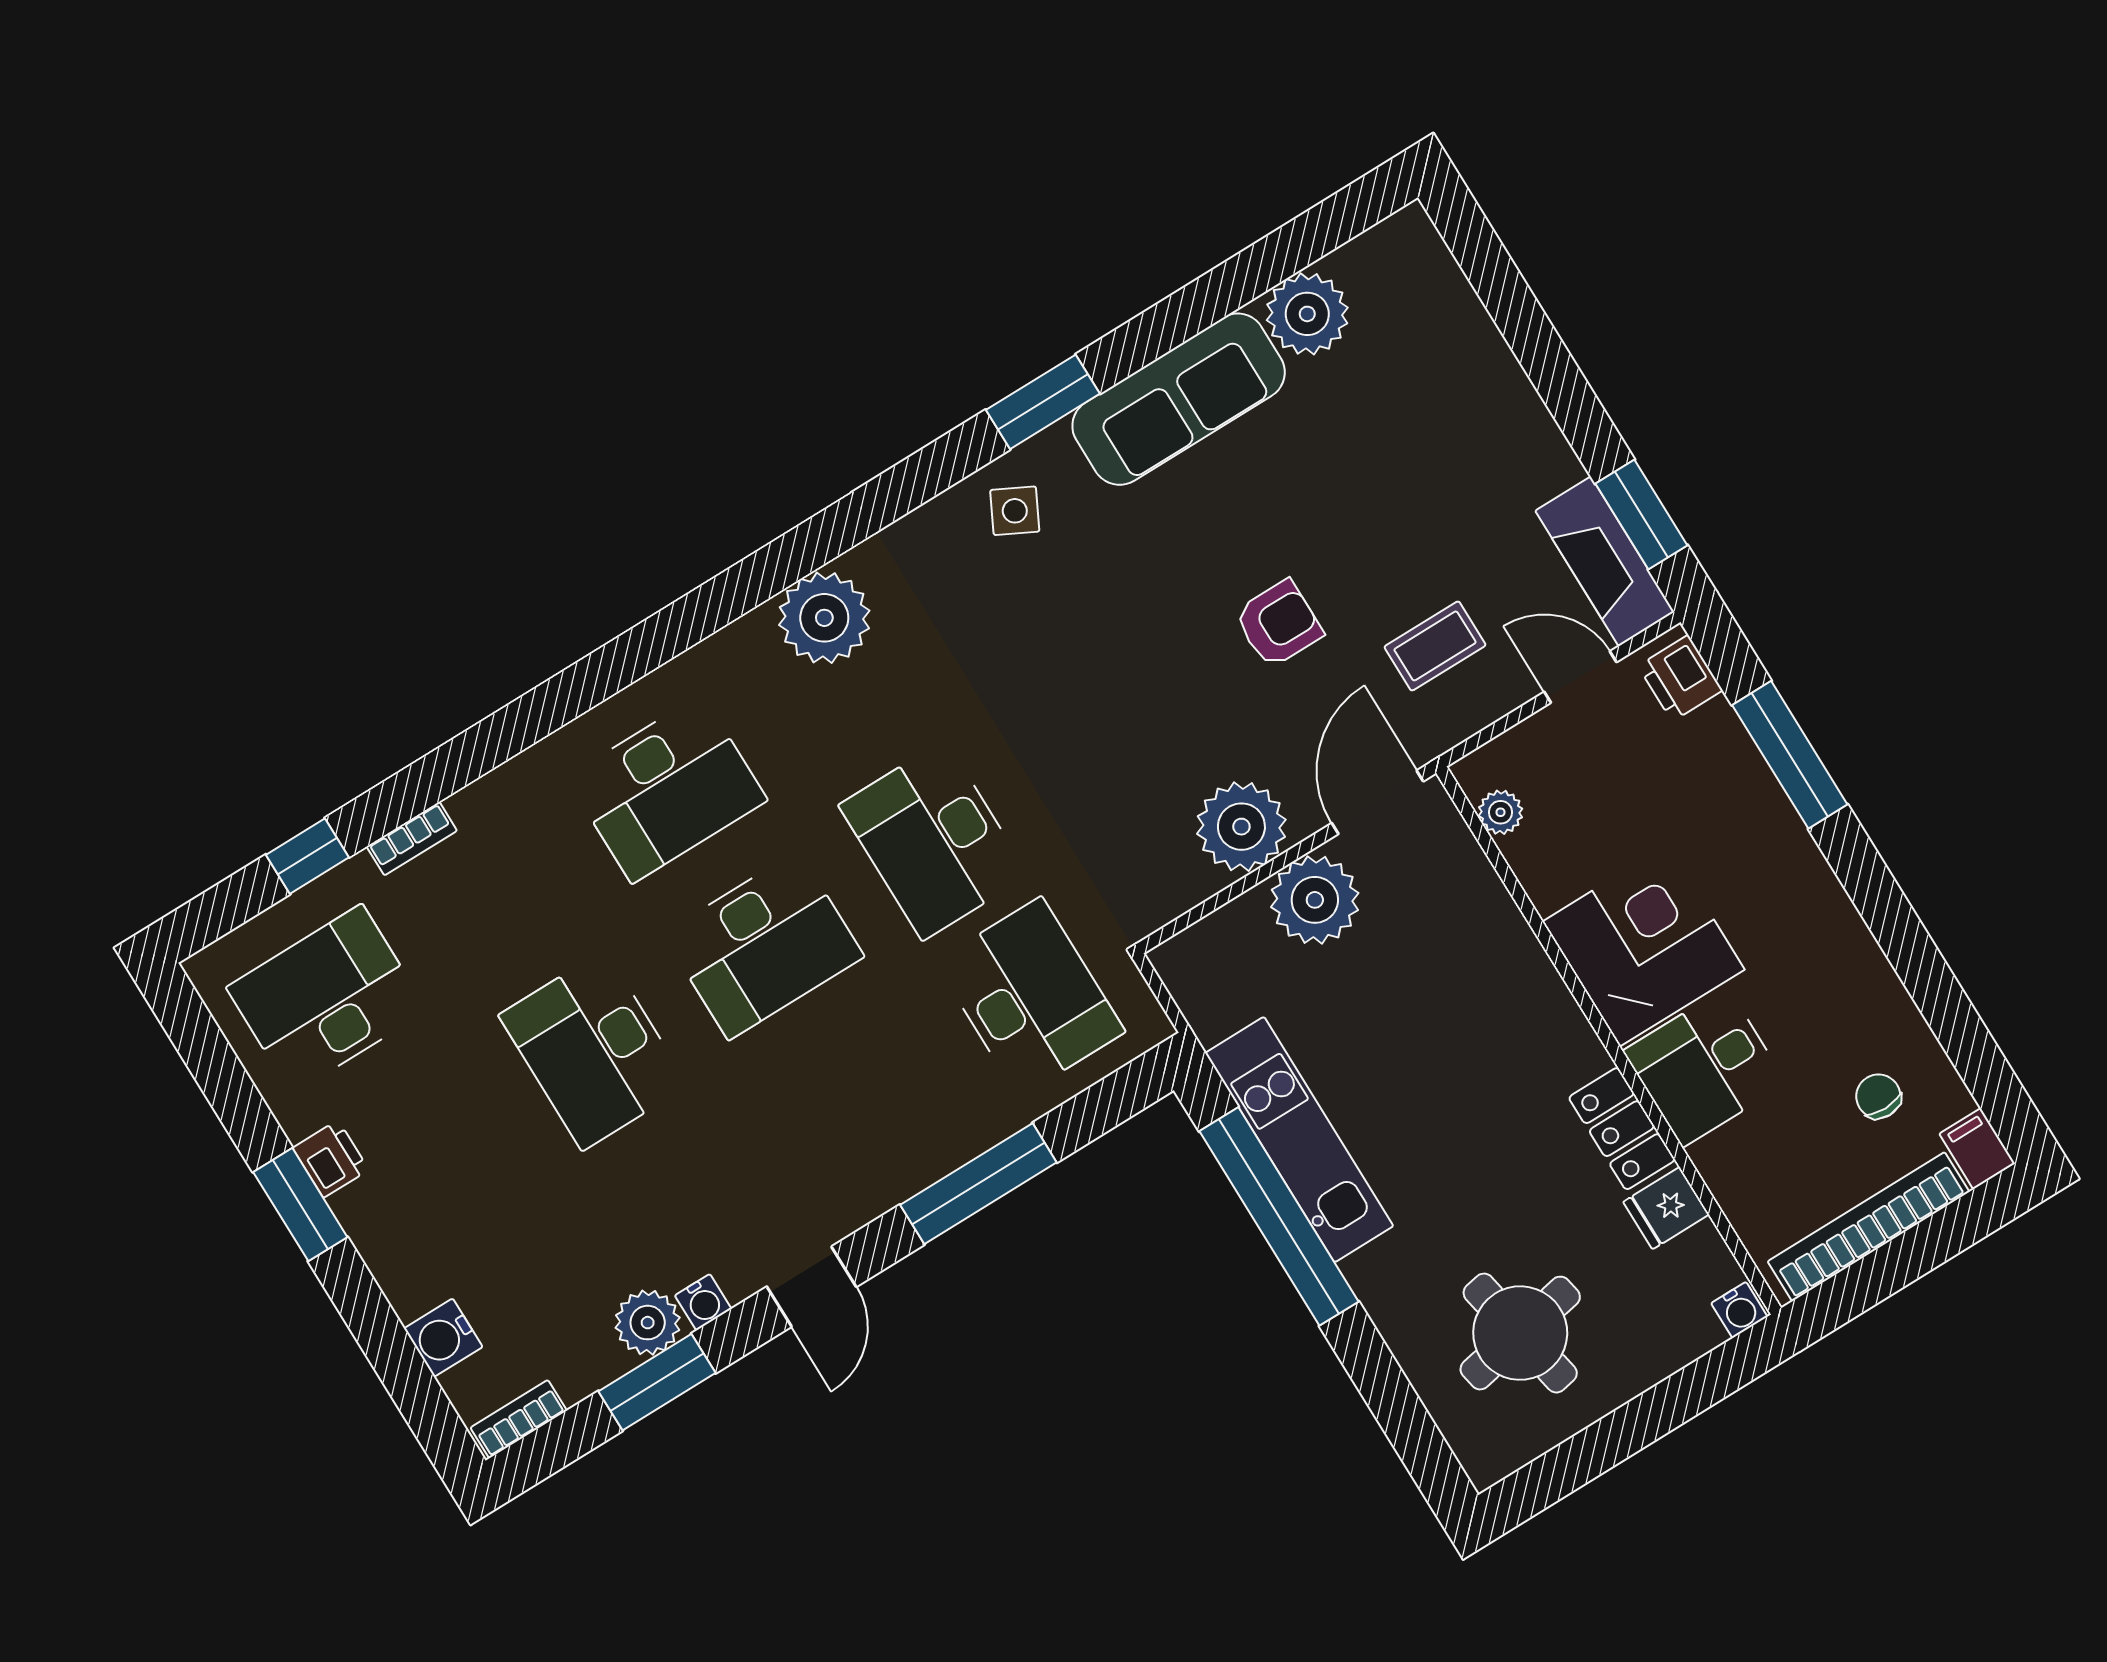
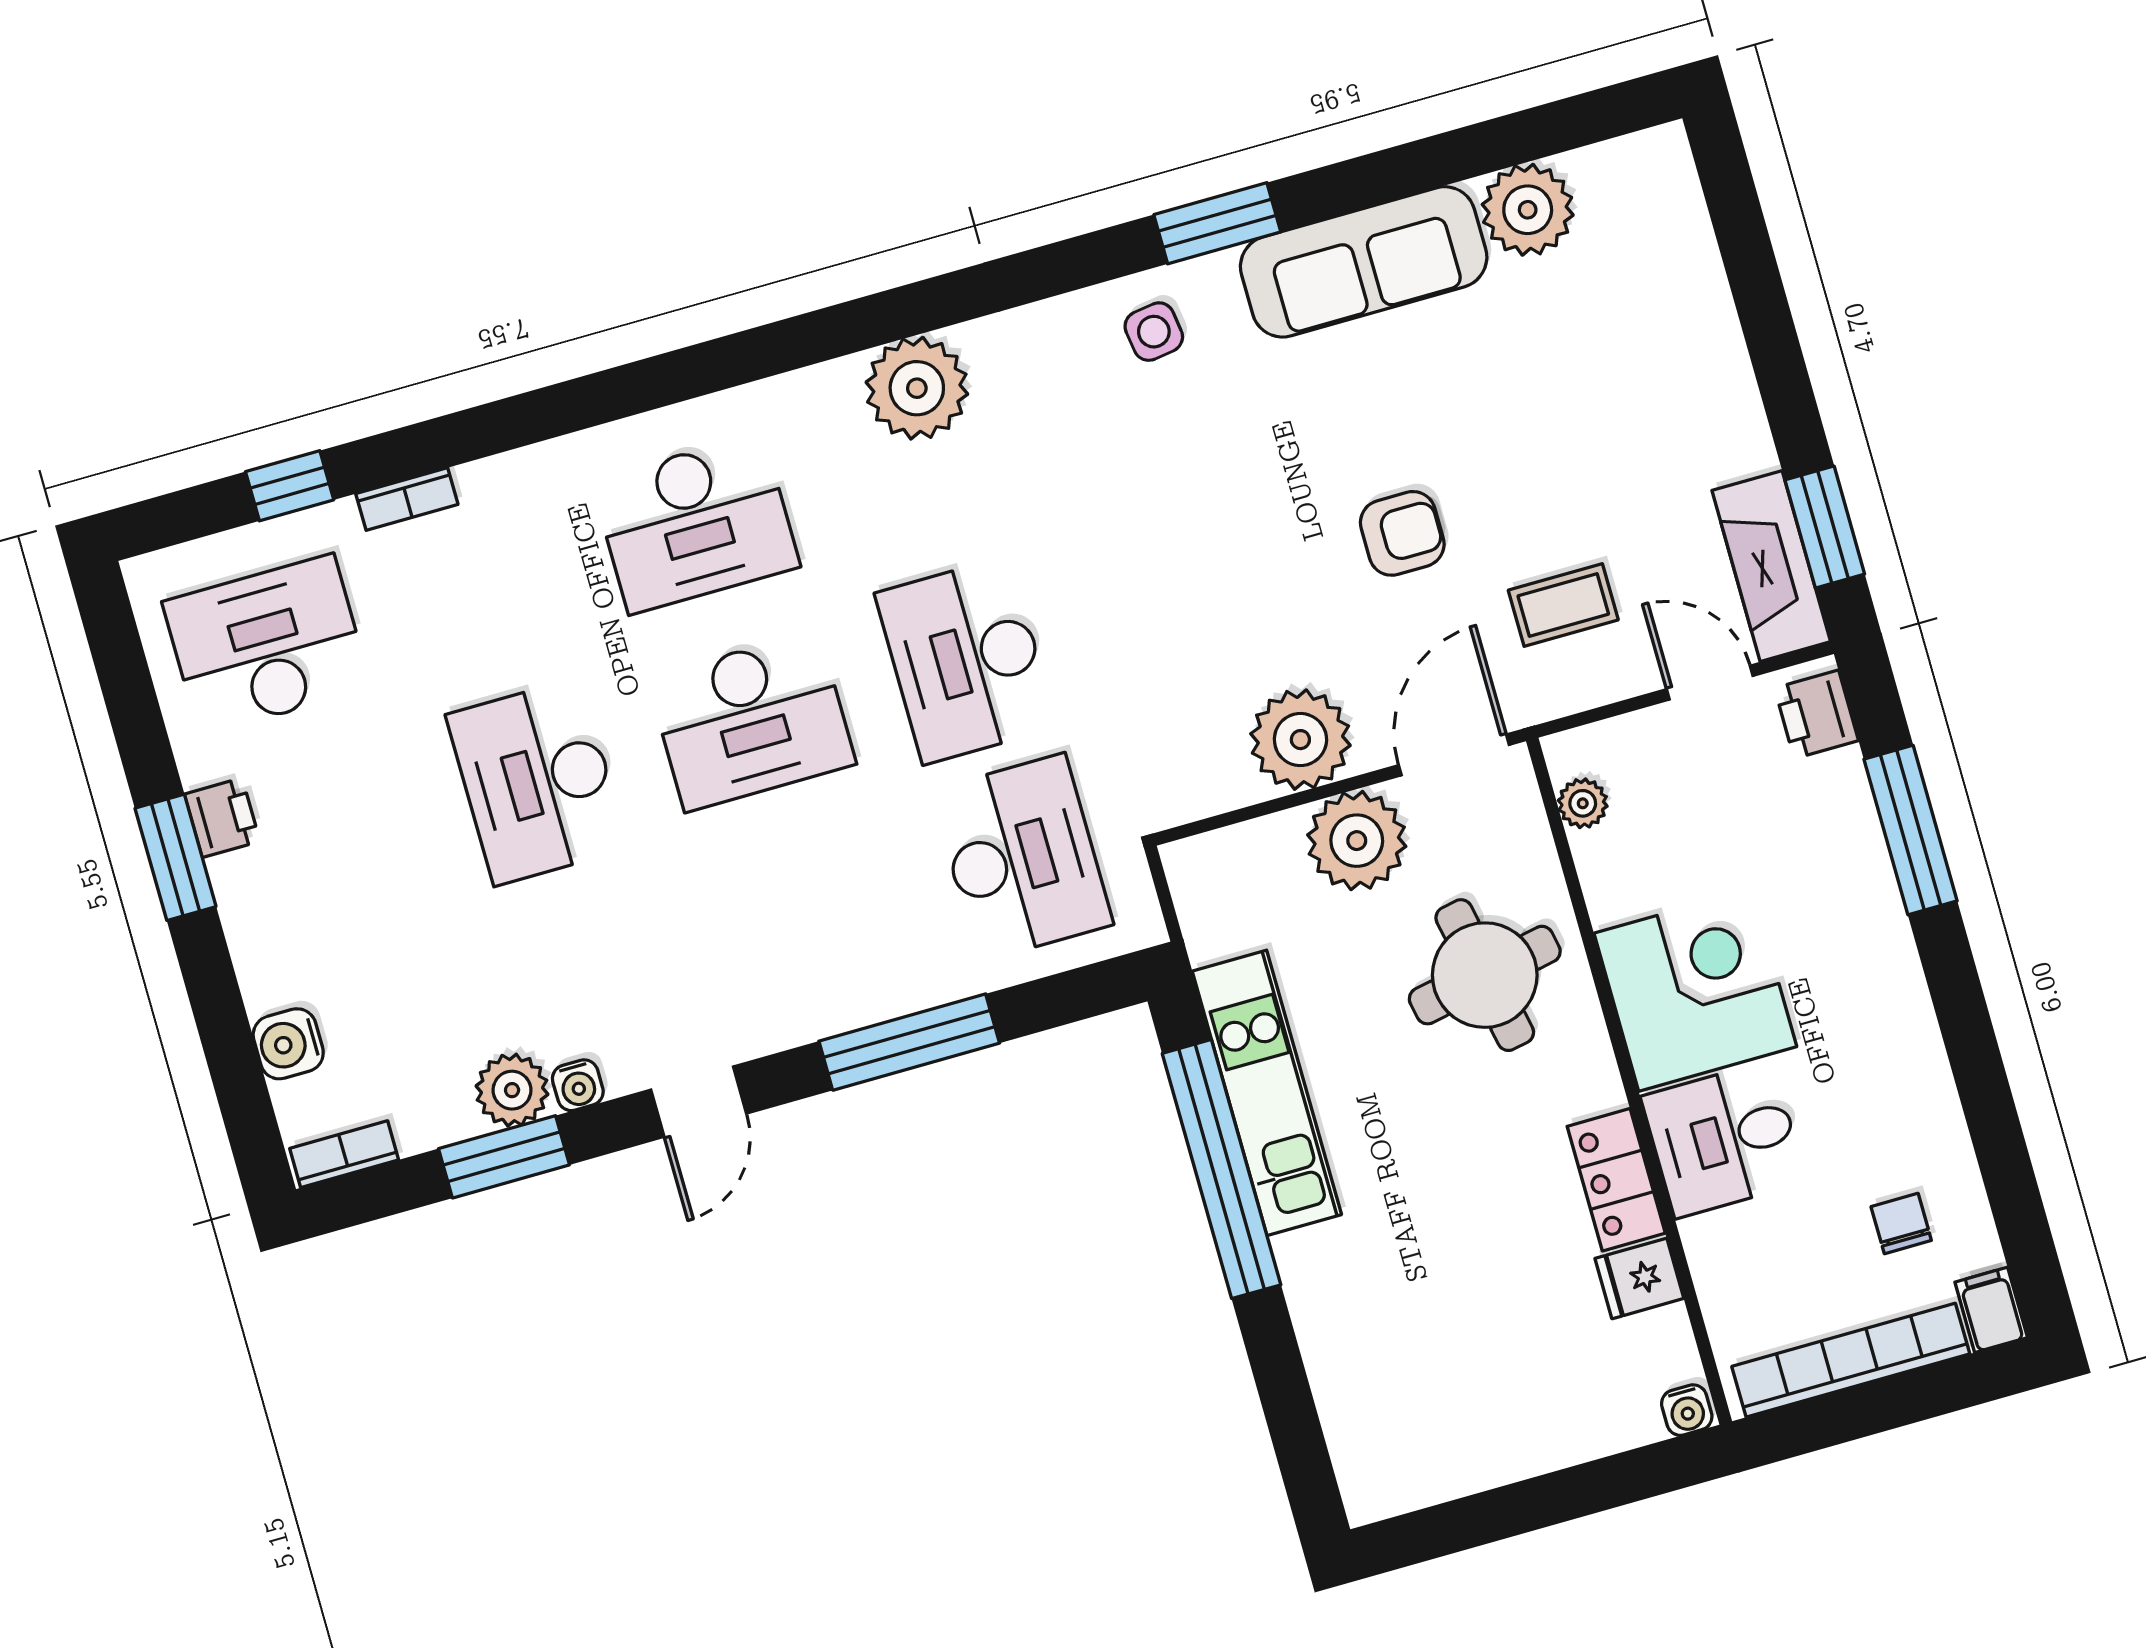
side table: (1015, 511) -> (1154, 332), turned -35
round table: (1520, 1333) -> (1485, 975), moved

